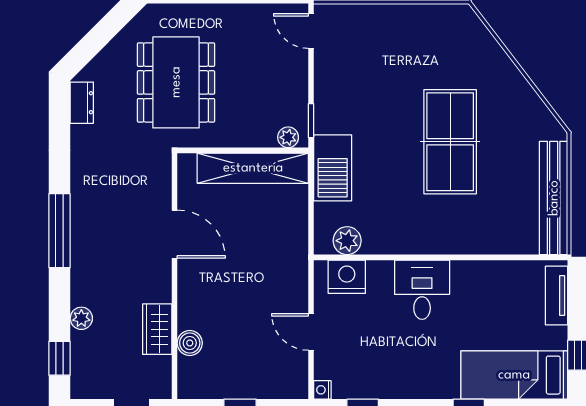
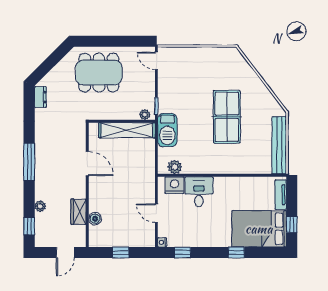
dining table: (176, 82) -> (99, 73), moved, turned 90
desk: (422, 290) -> (199, 192), moved
bed: (514, 375) -> (259, 229), width x1.50

